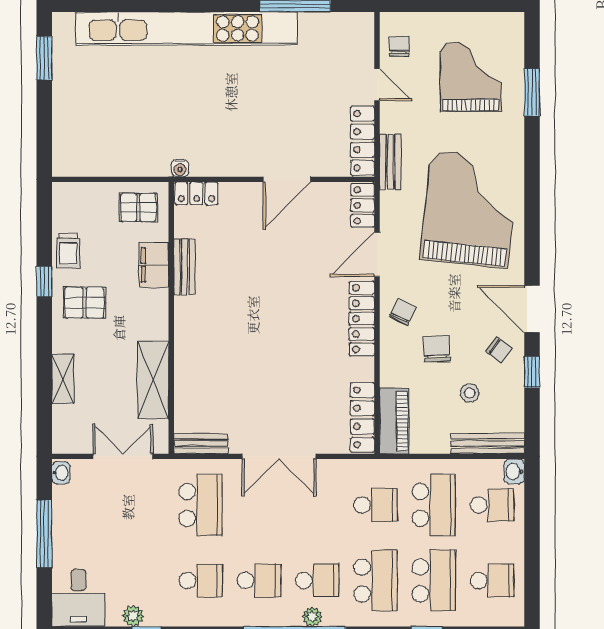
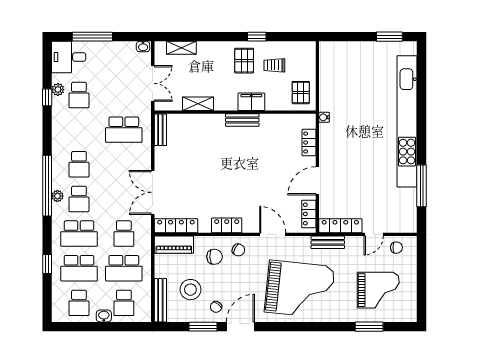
door: (287, 179) -> (317, 181), hinge flipped
locker: (196, 193) -> (309, 143), moved
locker: (363, 205) -> (309, 214), moved, turned -90
trolley: (68, 251) -> (274, 65), moved
filing cabinet: (154, 265) -> (251, 102), moved
bench: (184, 267) -> (242, 120), moved
locker: (362, 319) -> (227, 225), width x0.66
chair: (437, 349) -> (214, 257), moved
window: (532, 372) -> (203, 327), width x1.50
shelving: (63, 379) -> (181, 48), moved
shelving: (153, 380) -> (198, 104), width x0.67, depth x0.75
stool: (470, 393) -> (190, 290), width x1.89, depth x1.89
double door: (279, 456) -> (153, 192), moved
washbasin: (514, 471) -> (104, 316), moved
window: (44, 534) -> (92, 37), moved
school desk: (201, 580) -> (79, 95), moved

